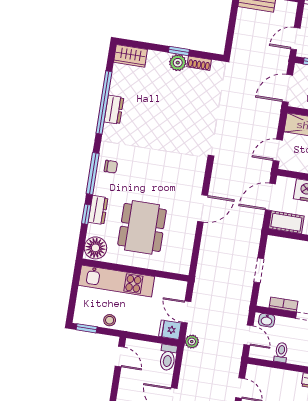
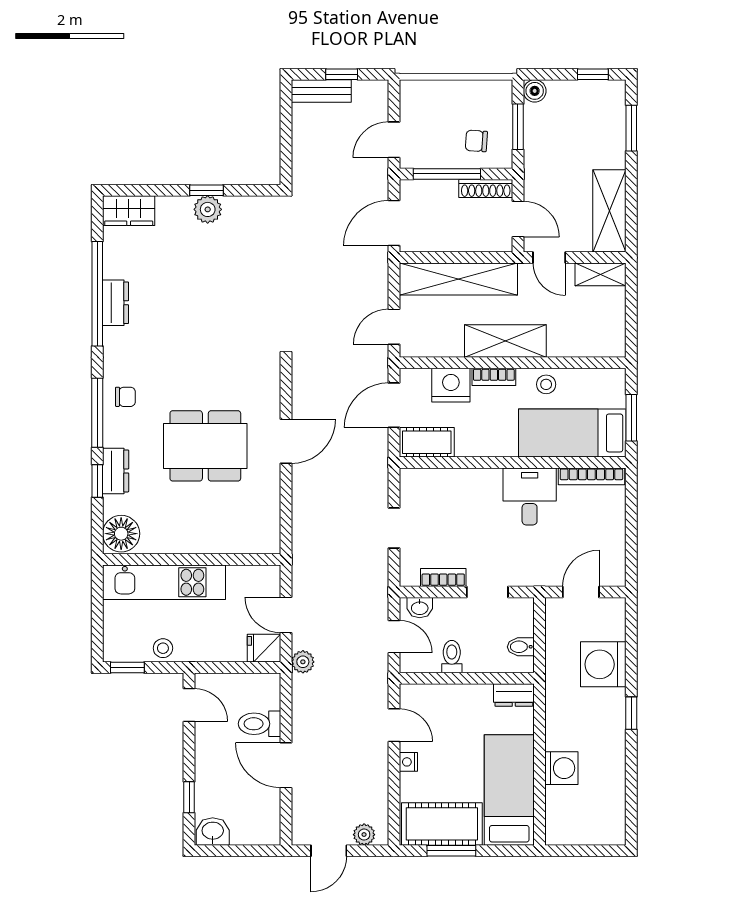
shoe rack: (199, 63) -> (243, 205), removed
dining table: (142, 227) -> (205, 446), moved, turned 90
toilet: (168, 357) -> (260, 724), moved, turned 90

